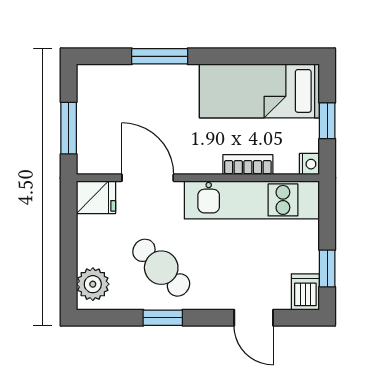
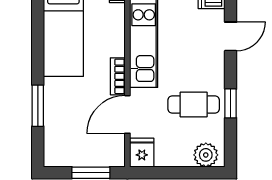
bookcase: (248, 165) -> (118, 76), moved
cafe table: (161, 268) -> (194, 105), turned 45

